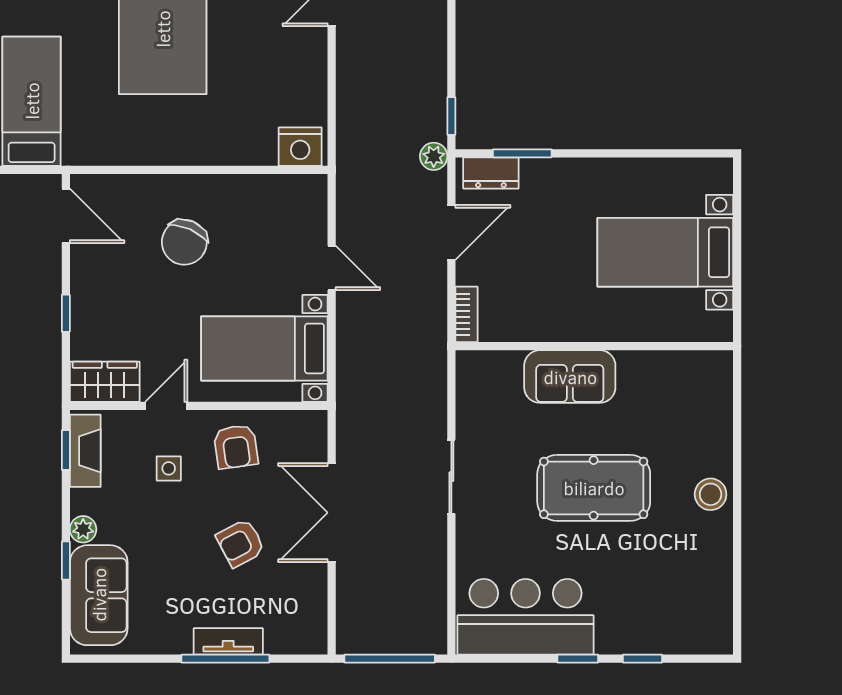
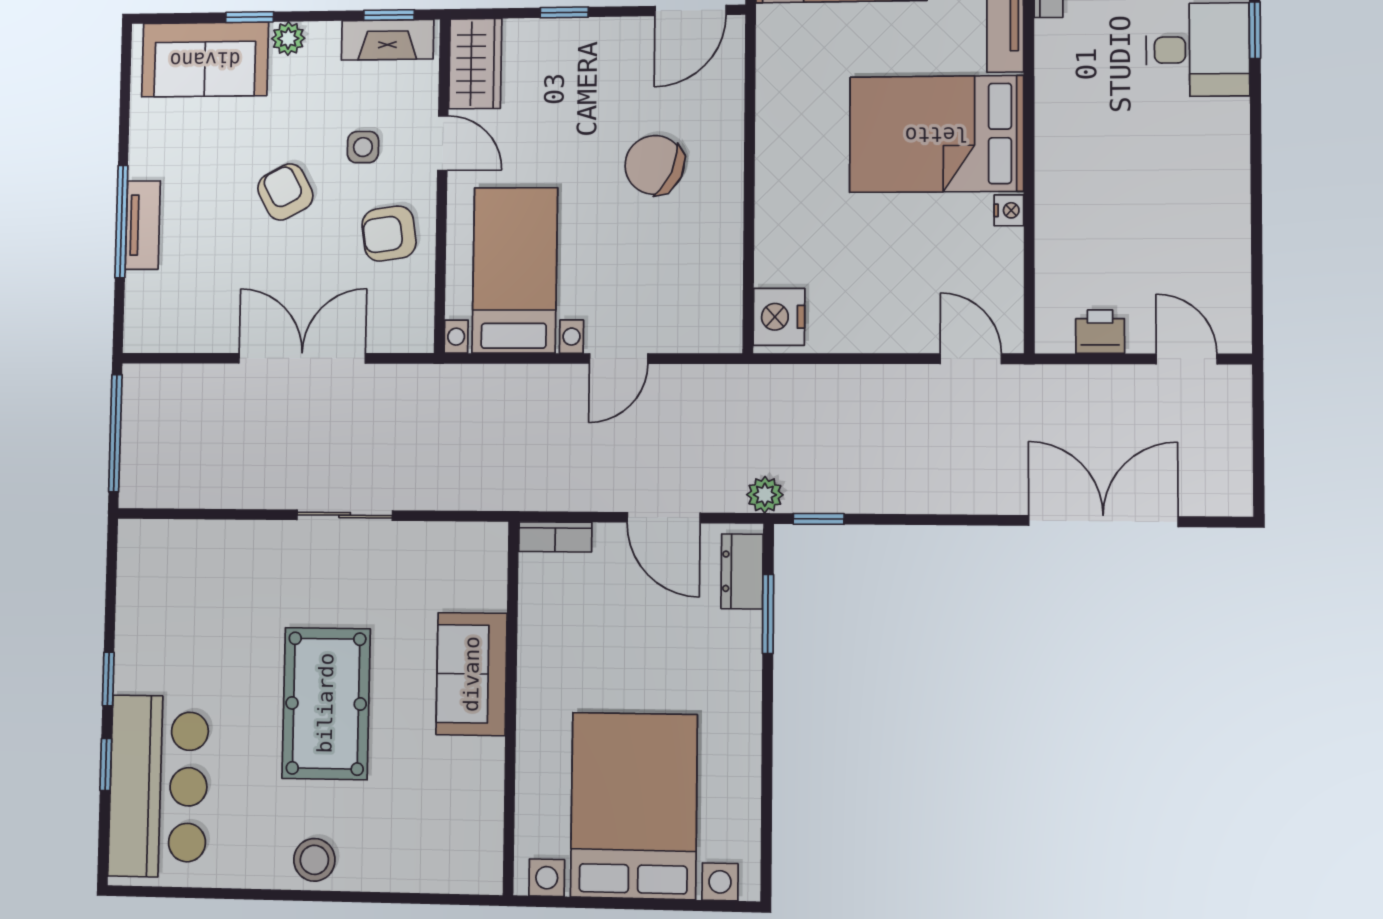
bed with nightstands: (665, 252) -> (634, 806), width x1.36
armchair: (241, 543) -> (285, 192), moved
bar counter: (526, 617) -> (158, 786), moved

